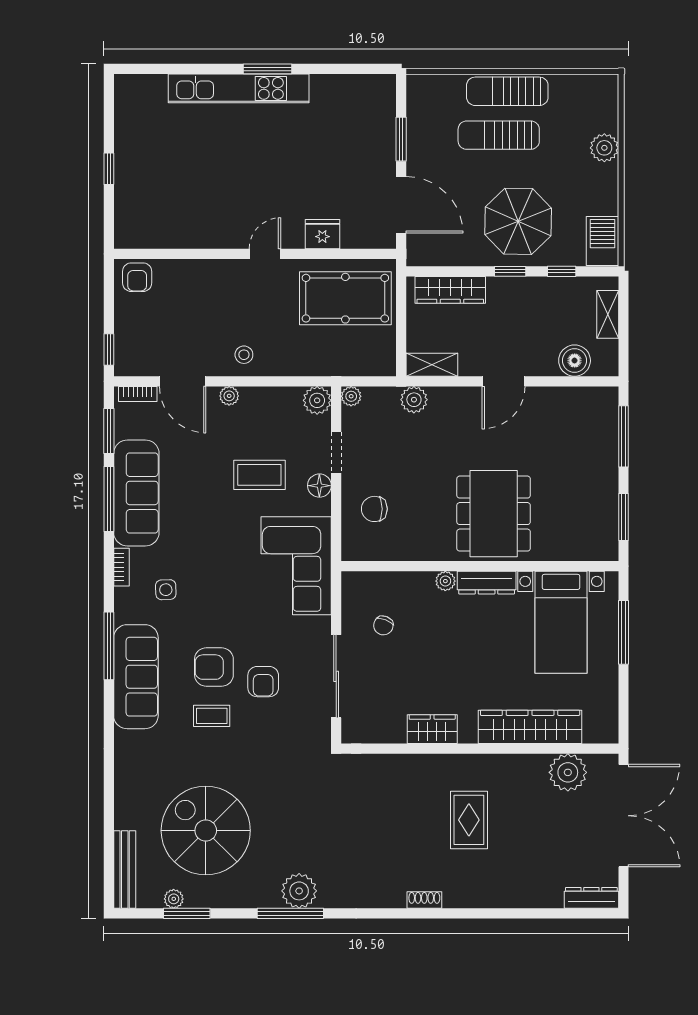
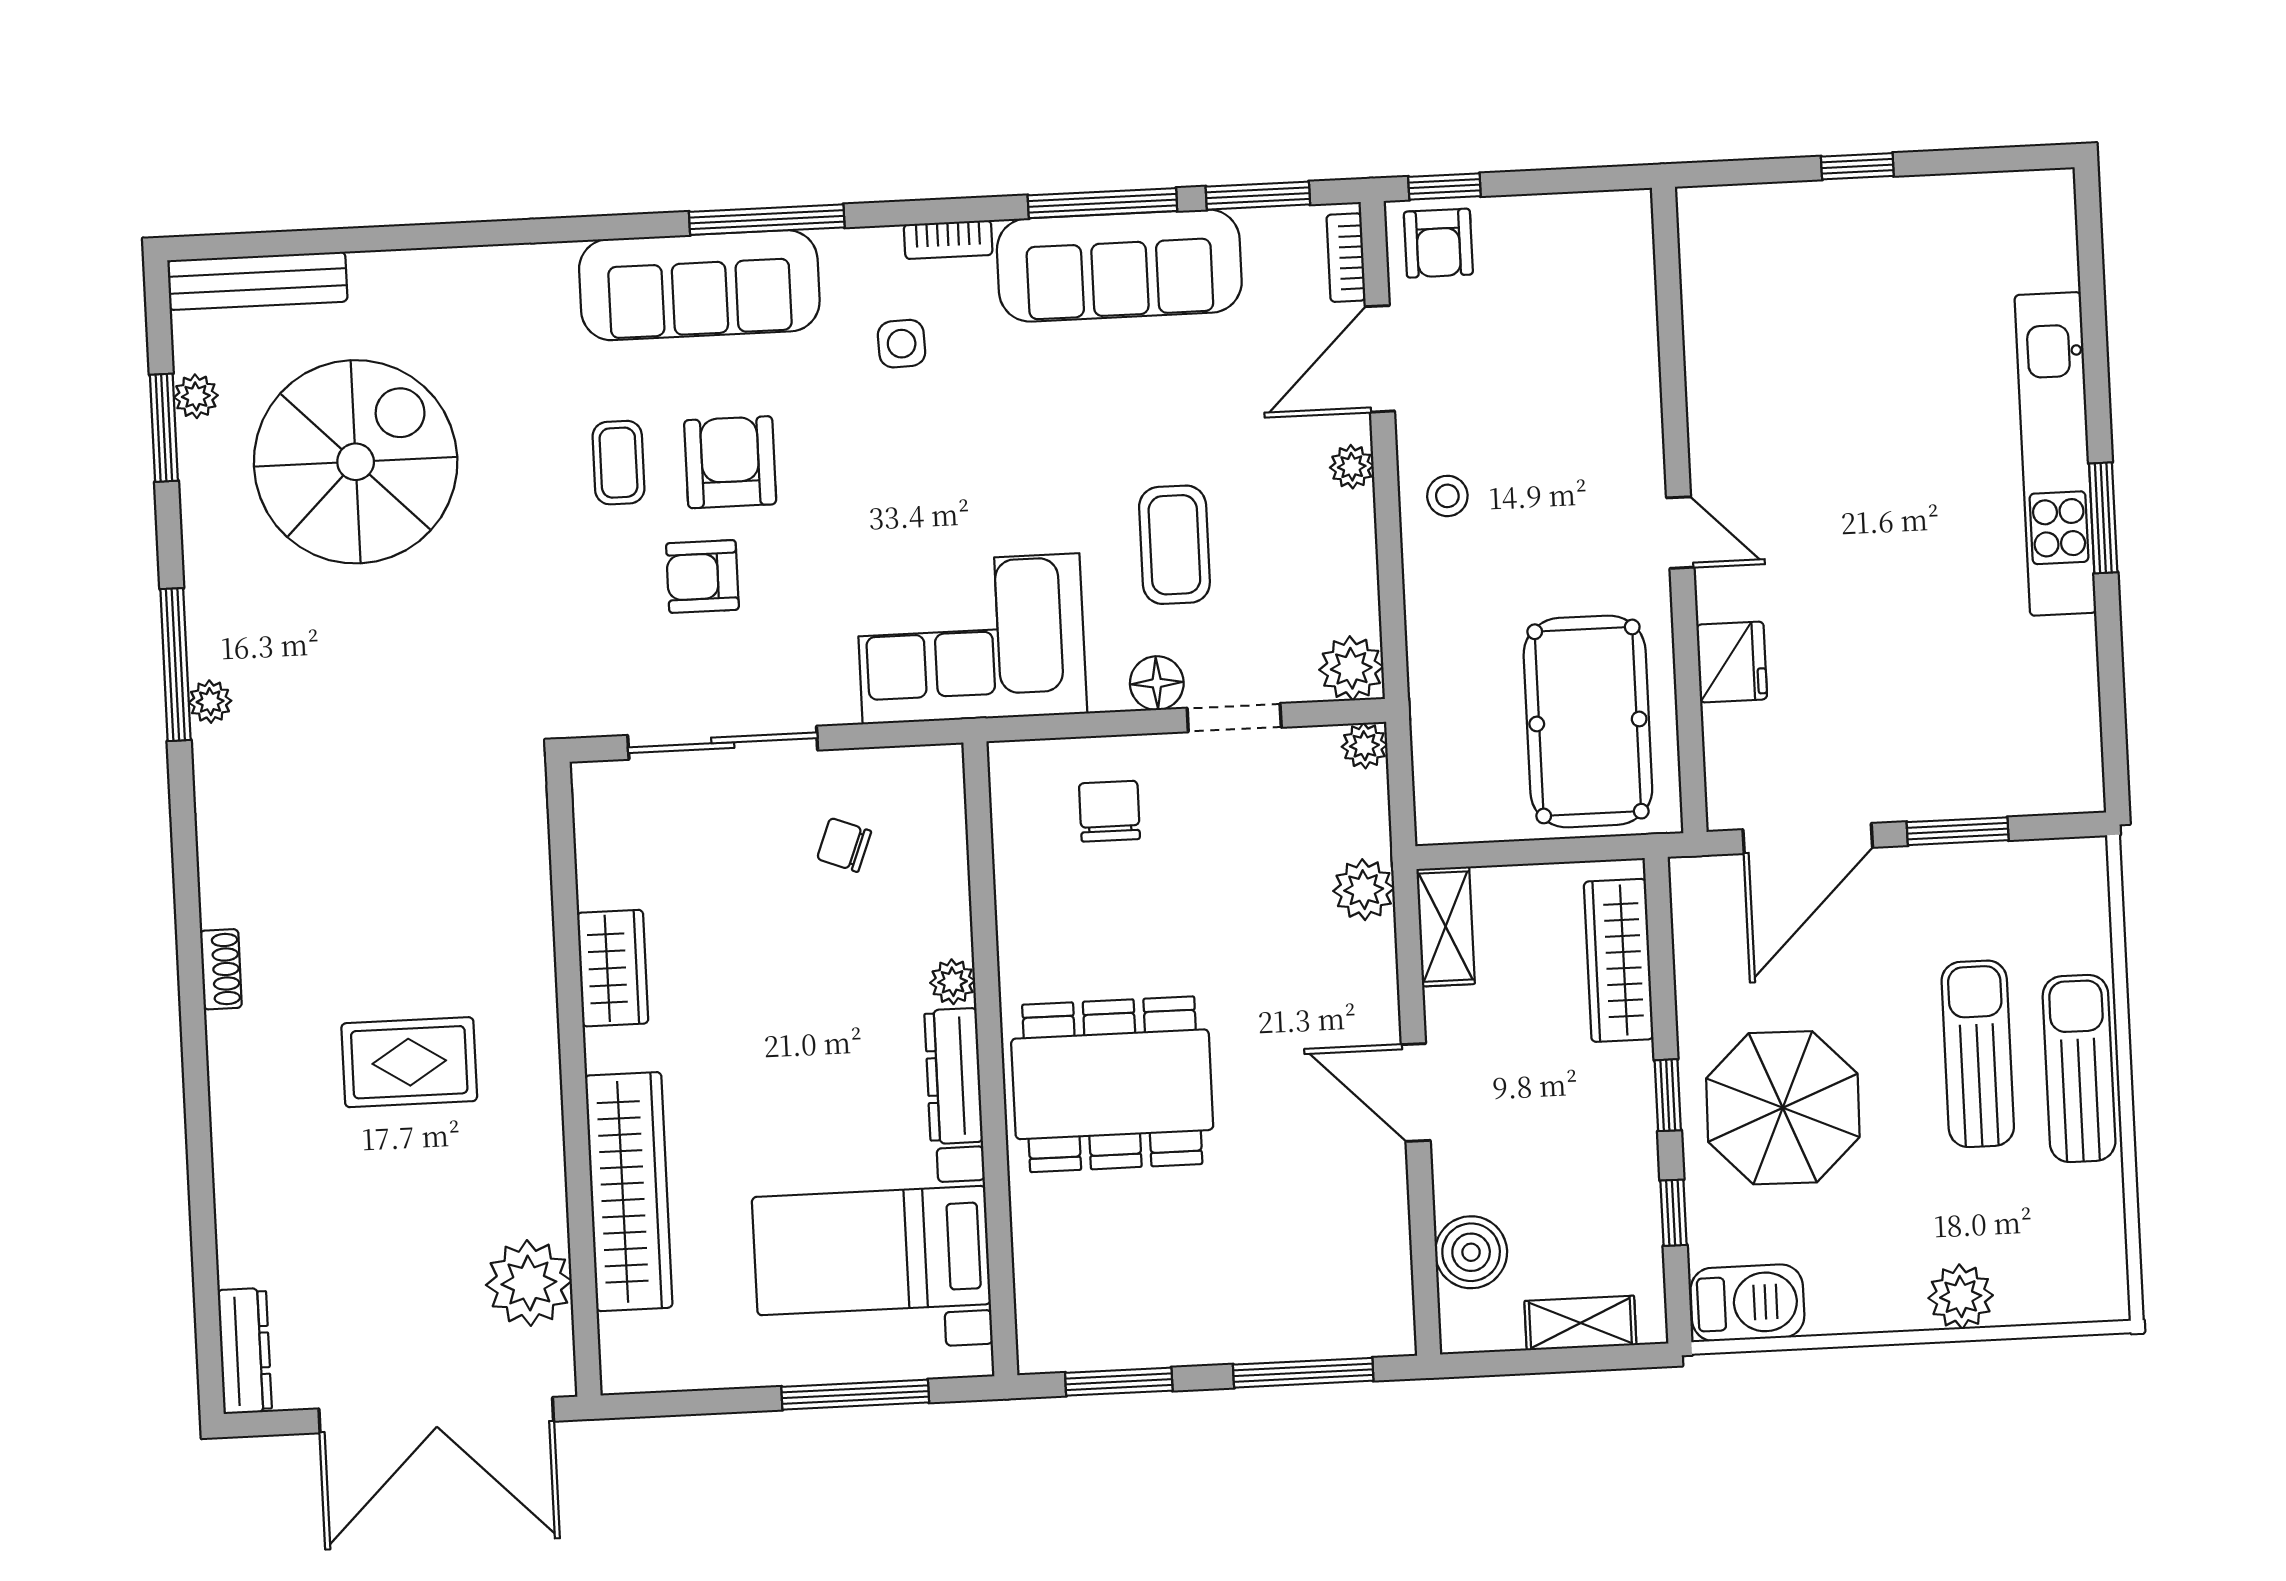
armchair: (137, 277) -> (1438, 243), moved, turned -90
plant: (299, 891) -> (210, 702), width x0.53, depth x0.53

